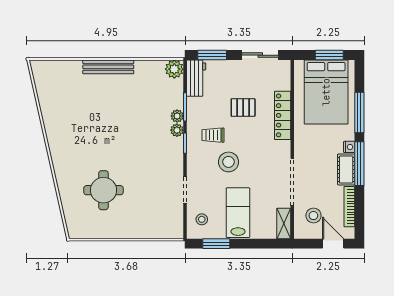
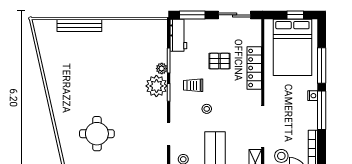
window: (329, 55) -> (295, 15), width x0.67
bench: (108, 67) -> (79, 25), moved
plant: (174, 69) -> (159, 27), removed
plant: (177, 130) -> (156, 86), width x1.87, depth x1.87
stool: (229, 162) -> (207, 109), width x0.53, depth x0.53
cot: (346, 169) -> (310, 115), removed

